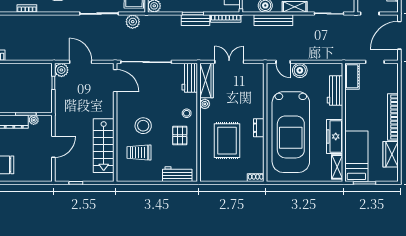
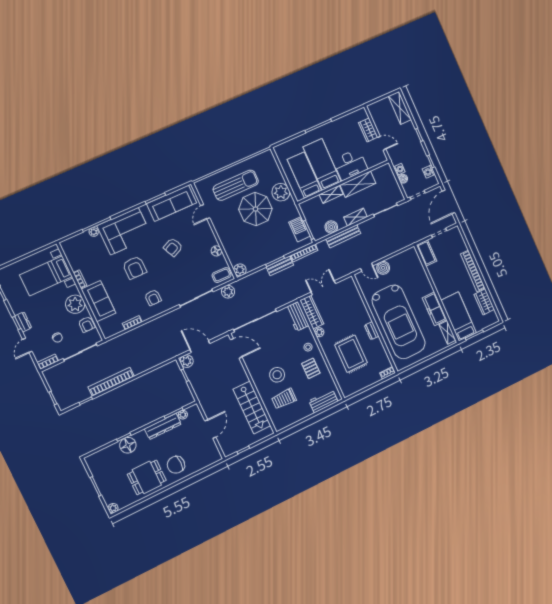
workbench: (335, 91) -> (418, 271), removed

